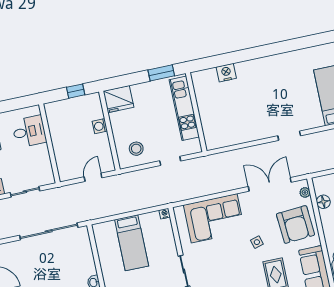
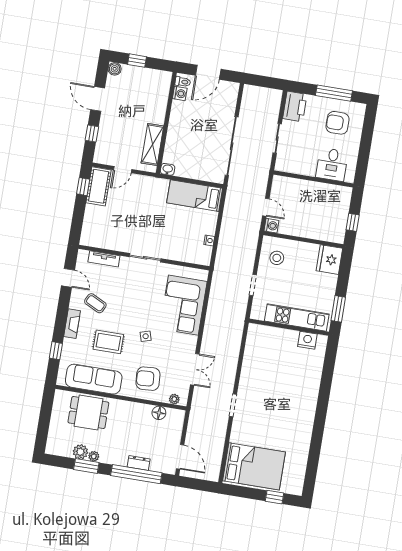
nightstand: (226, 73) -> (307, 340), moved, turned -90
washing machine: (100, 126) -> (271, 226), moved, turned 90
double door: (270, 184) -> (195, 369), width x0.73
nightstand: (165, 214) -> (209, 240), moved
armchair: (295, 224) -> (148, 379), width x0.73, depth x0.73
bed: (132, 243) -> (195, 196), moved

